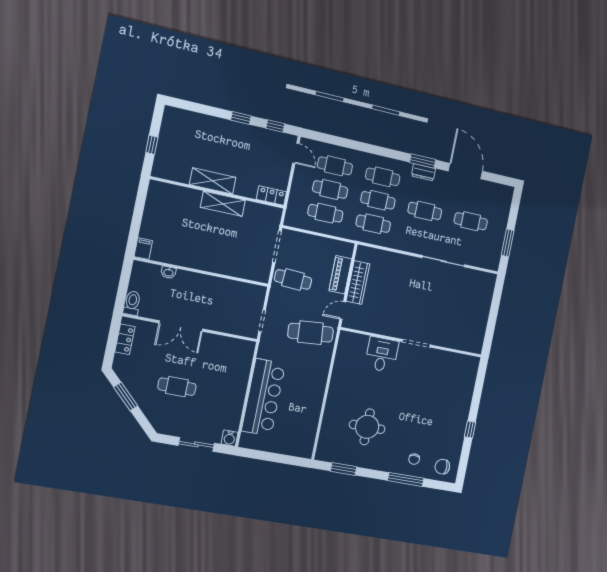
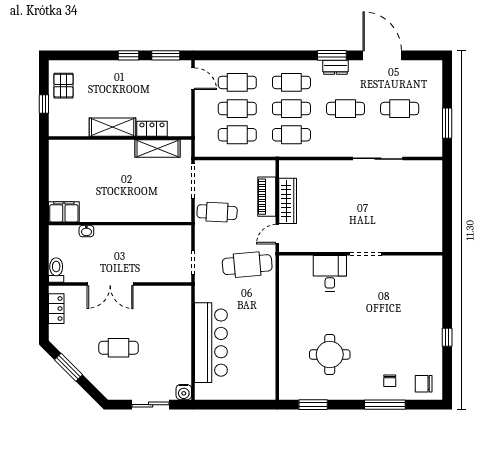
window: (275, 126) -> (166, 55), width x1.50
pallet: (174, 132) -> (63, 86), added
locker: (271, 196) -> (152, 129), moved
shelving: (223, 204) -> (158, 148), moved
filing cabinet: (143, 249) -> (64, 212), width x2.00

